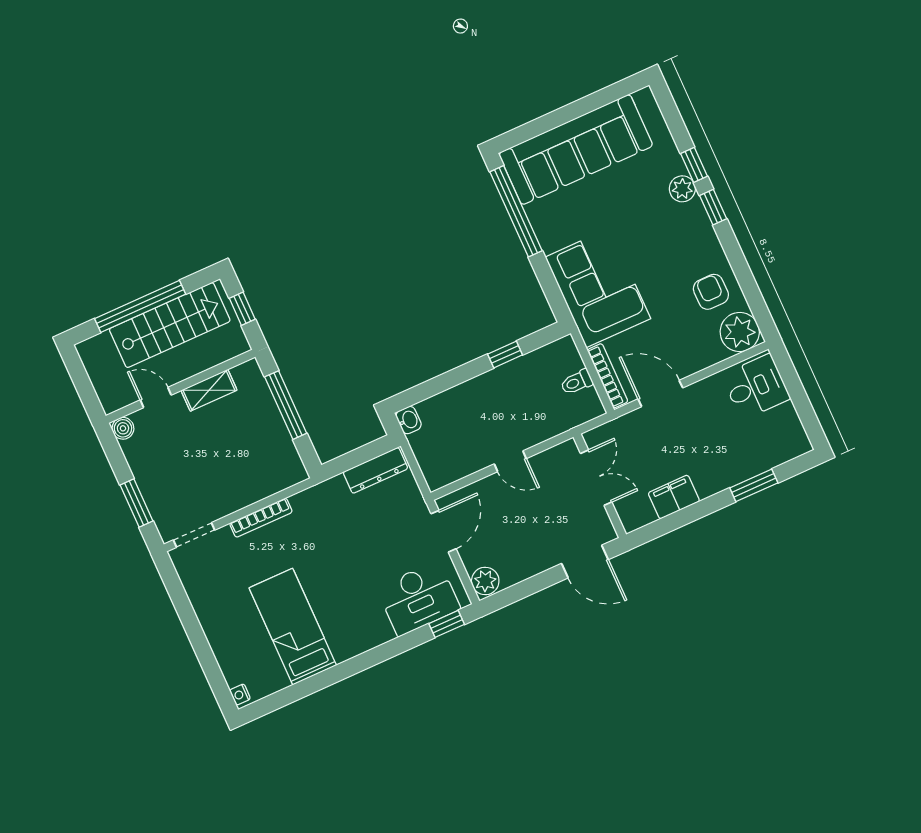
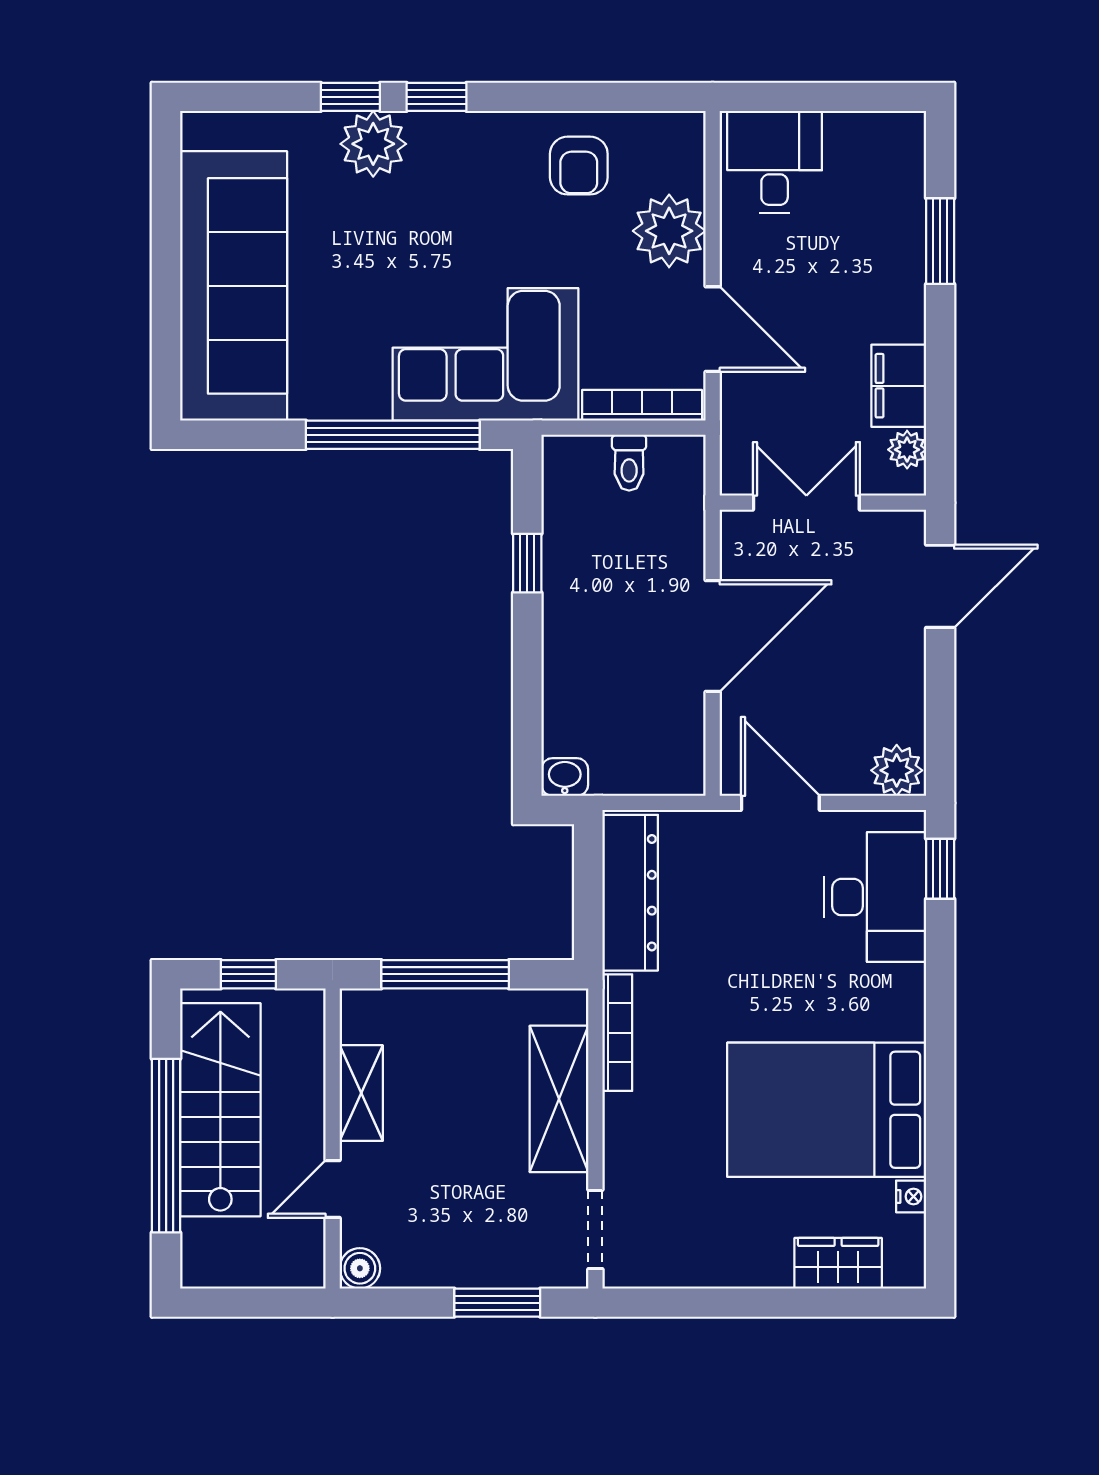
plant: (682, 189) -> (373, 144), width x1.36, depth x1.36
window: (516, 211) -> (393, 435), moved
armchair: (711, 292) -> (579, 166), turned -90
plant: (740, 332) -> (669, 231), moved
door: (660, 393) -> (713, 329), swing flipped
door: (510, 461) -> (713, 636), width x1.87
dresser: (375, 470) -> (630, 893), width x1.37, depth x1.24
shelving: (250, 488) -> (559, 1099), added
plant: (644, 515) -> (907, 450), added
bookcase: (261, 518) -> (617, 1033), moved
bed: (293, 627) -> (827, 1110), width x1.50
wardrobe: (231, 661) -> (838, 1263), added
nightstand: (240, 694) -> (911, 1196), moved, turned -90

